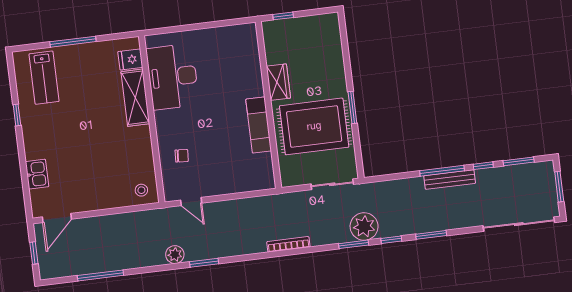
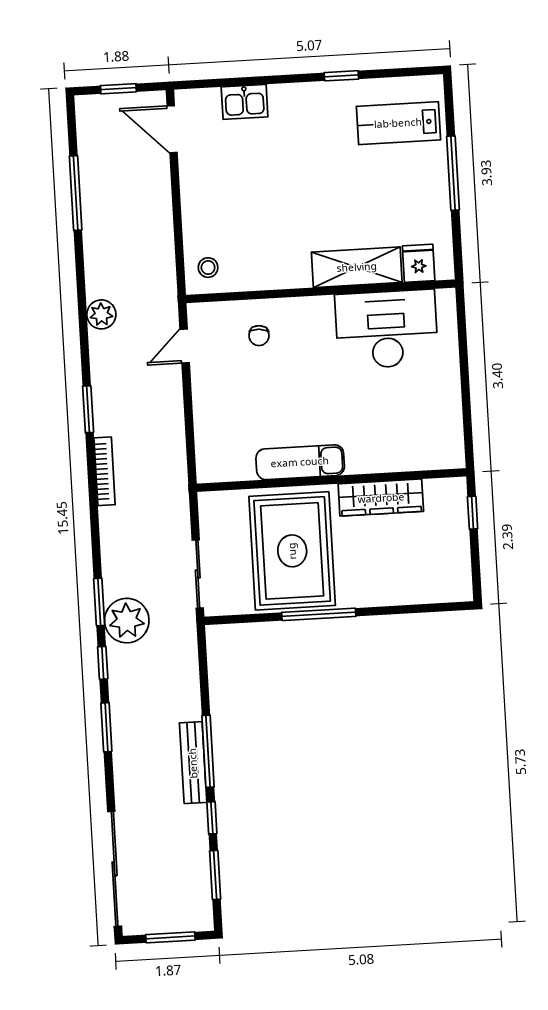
wardrobe: (278, 82) -> (381, 498), width x1.50
window: (352, 107) -> (319, 614), width x1.44
bookcase: (288, 244) -> (105, 471), moved
window: (204, 263) -> (88, 409), moved

